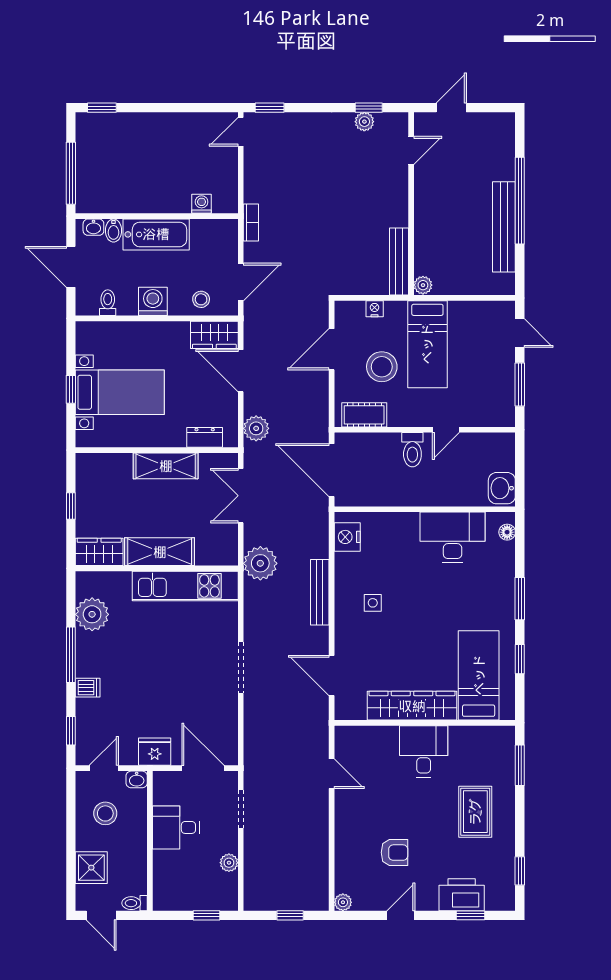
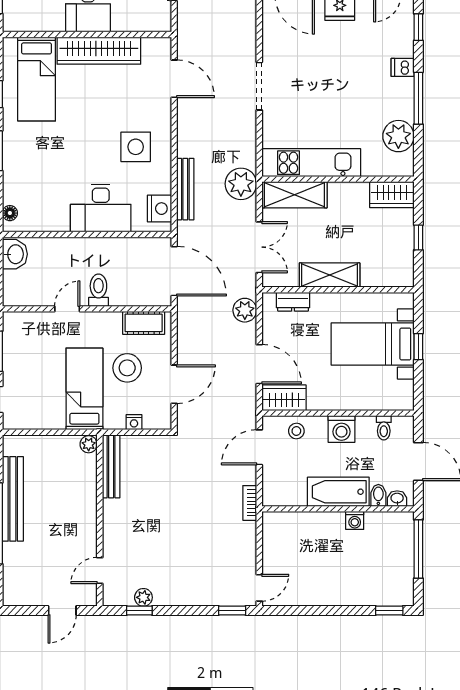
washing machine: (202, 204) -> (355, 520), moved
desk: (453, 537) -> (101, 208), moved
shelving: (160, 552) -> (294, 195), moved
bench: (320, 592) -> (185, 189), moved
side table: (373, 603) -> (136, 147), width x1.87, depth x1.87

